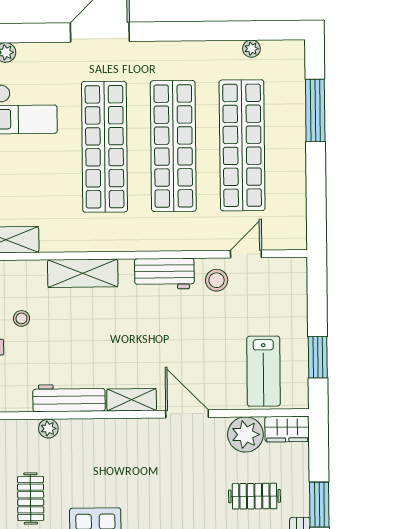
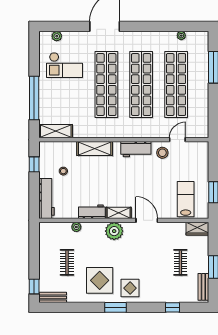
lab bench: (263, 371) -> (186, 199), turned 180
workbench: (69, 398) -> (92, 212), width x0.73
plant: (245, 434) -> (114, 231), moved
clothes rail: (254, 496) -> (180, 262), turned 90

